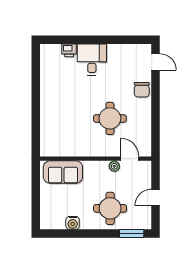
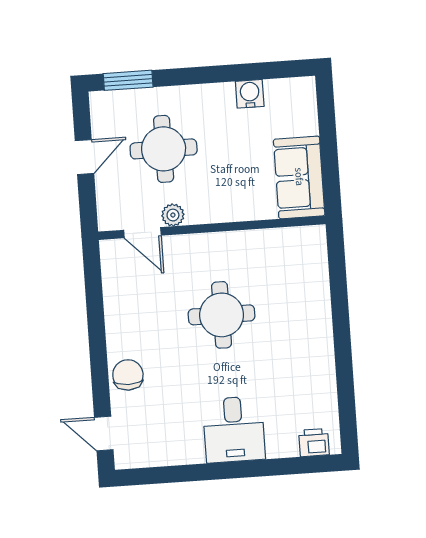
printer: (69, 50) -> (314, 443), moved
round table: (110, 118) -> (222, 315), moved
sofa: (63, 172) -> (299, 177), moved, turned -90
round table: (110, 208) -> (164, 149), moved

